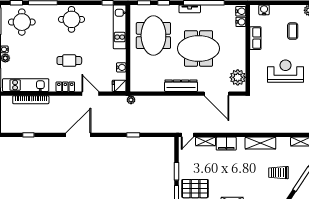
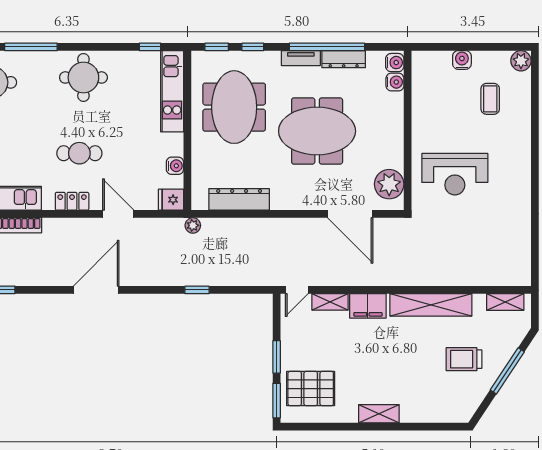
dresser: (213, 9) -> (344, 59), added
water cooler: (264, 10) -> (462, 60), moved
row of seats: (255, 38) -> (422, 112), removed
reception desk: (285, 71) -> (455, 174), moved, turned 180
dresser: (181, 86) -> (239, 199), moved
shelving: (260, 143) -> (431, 305), width x1.47

